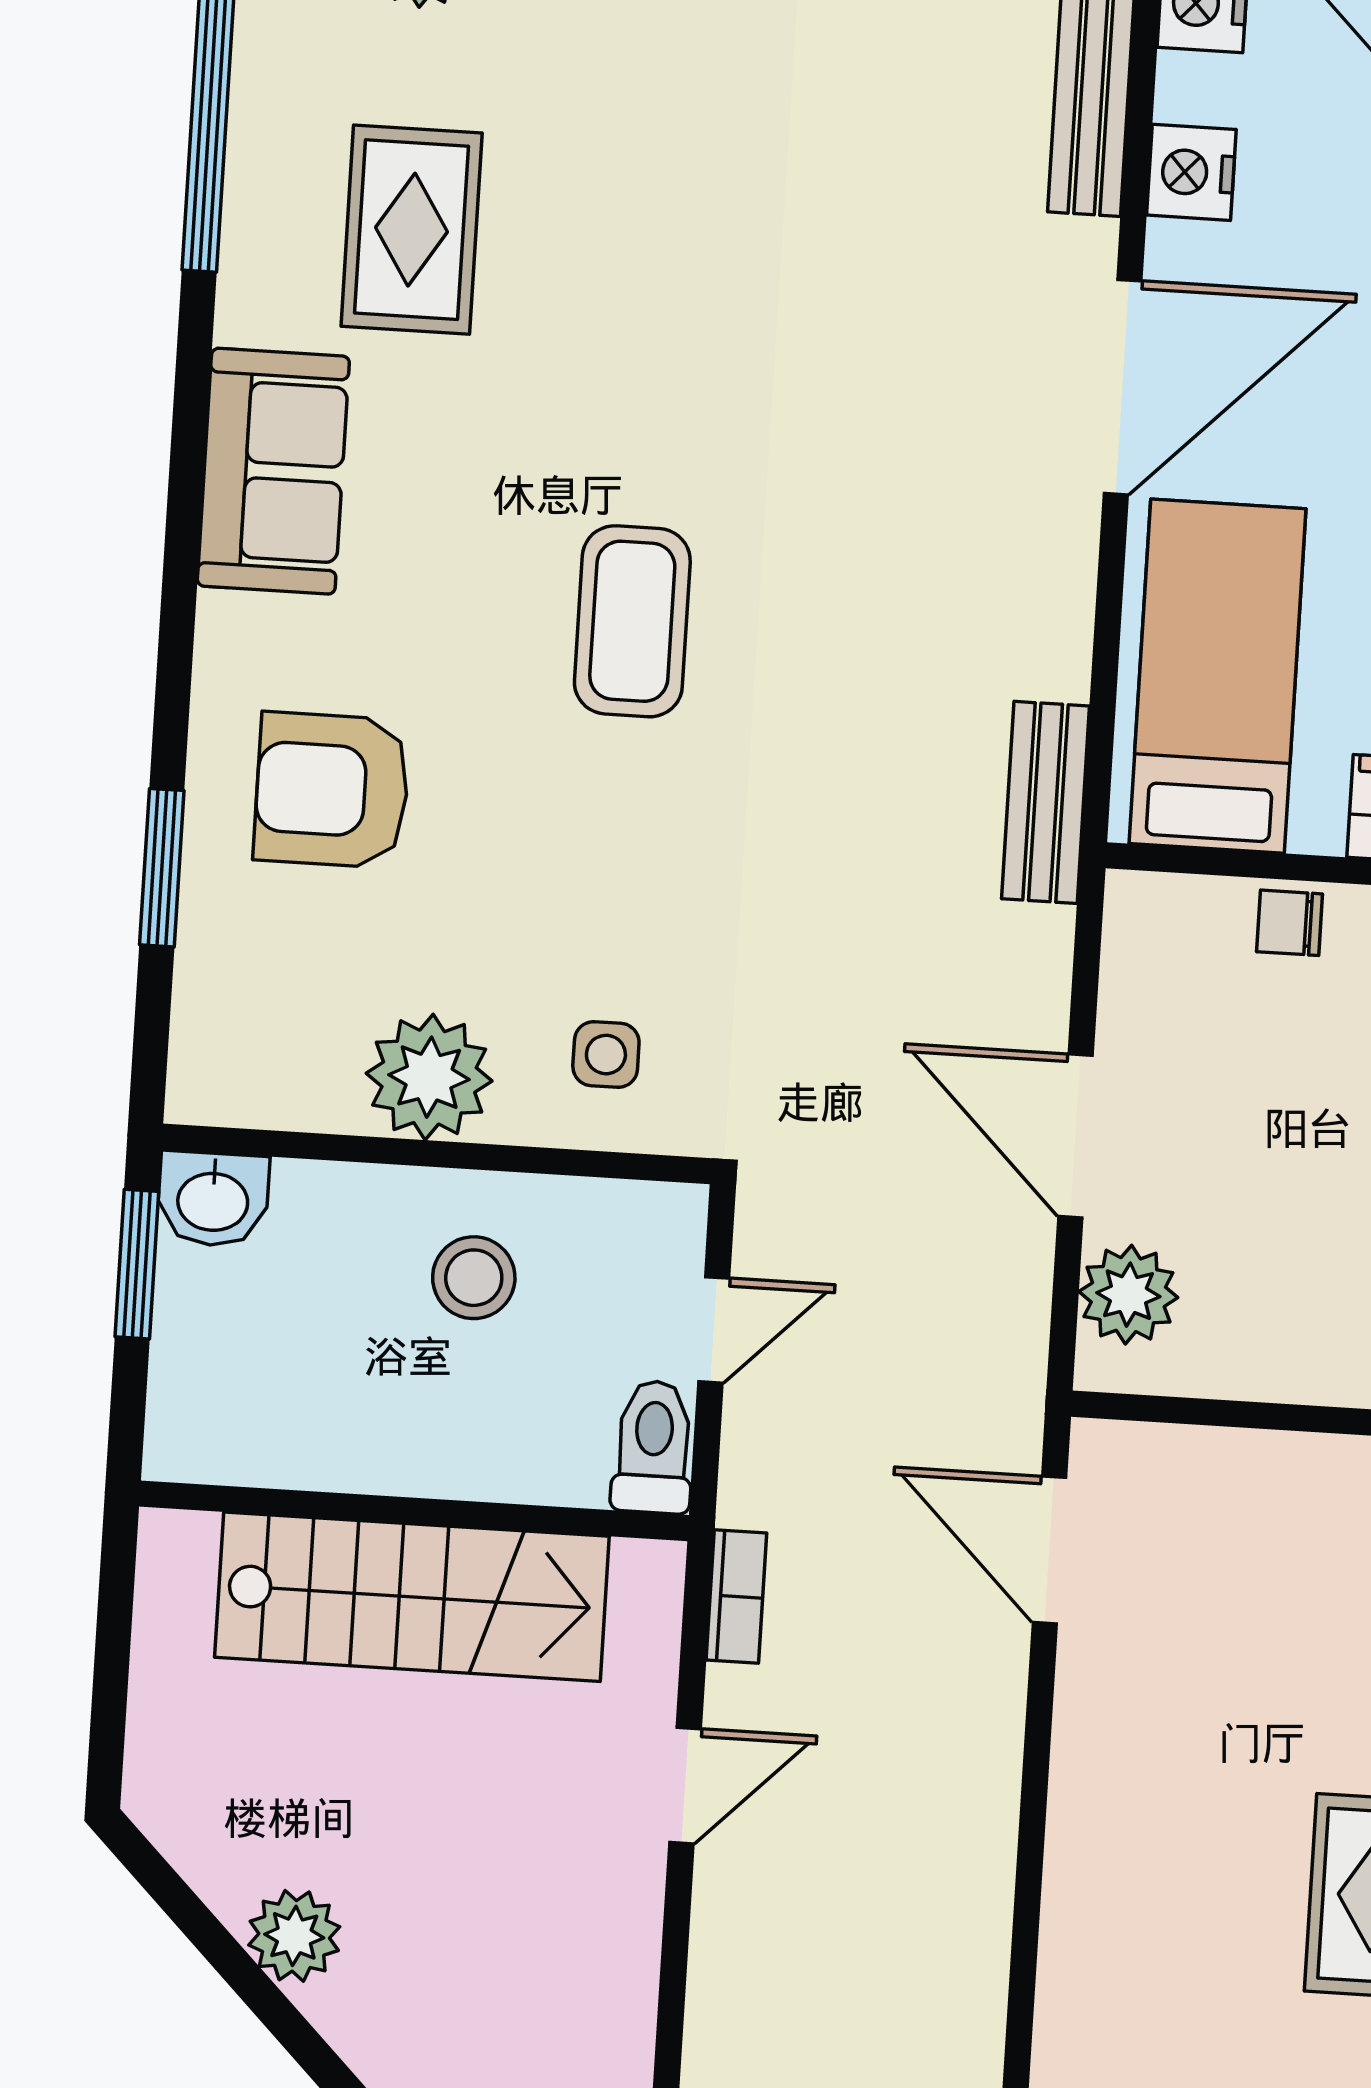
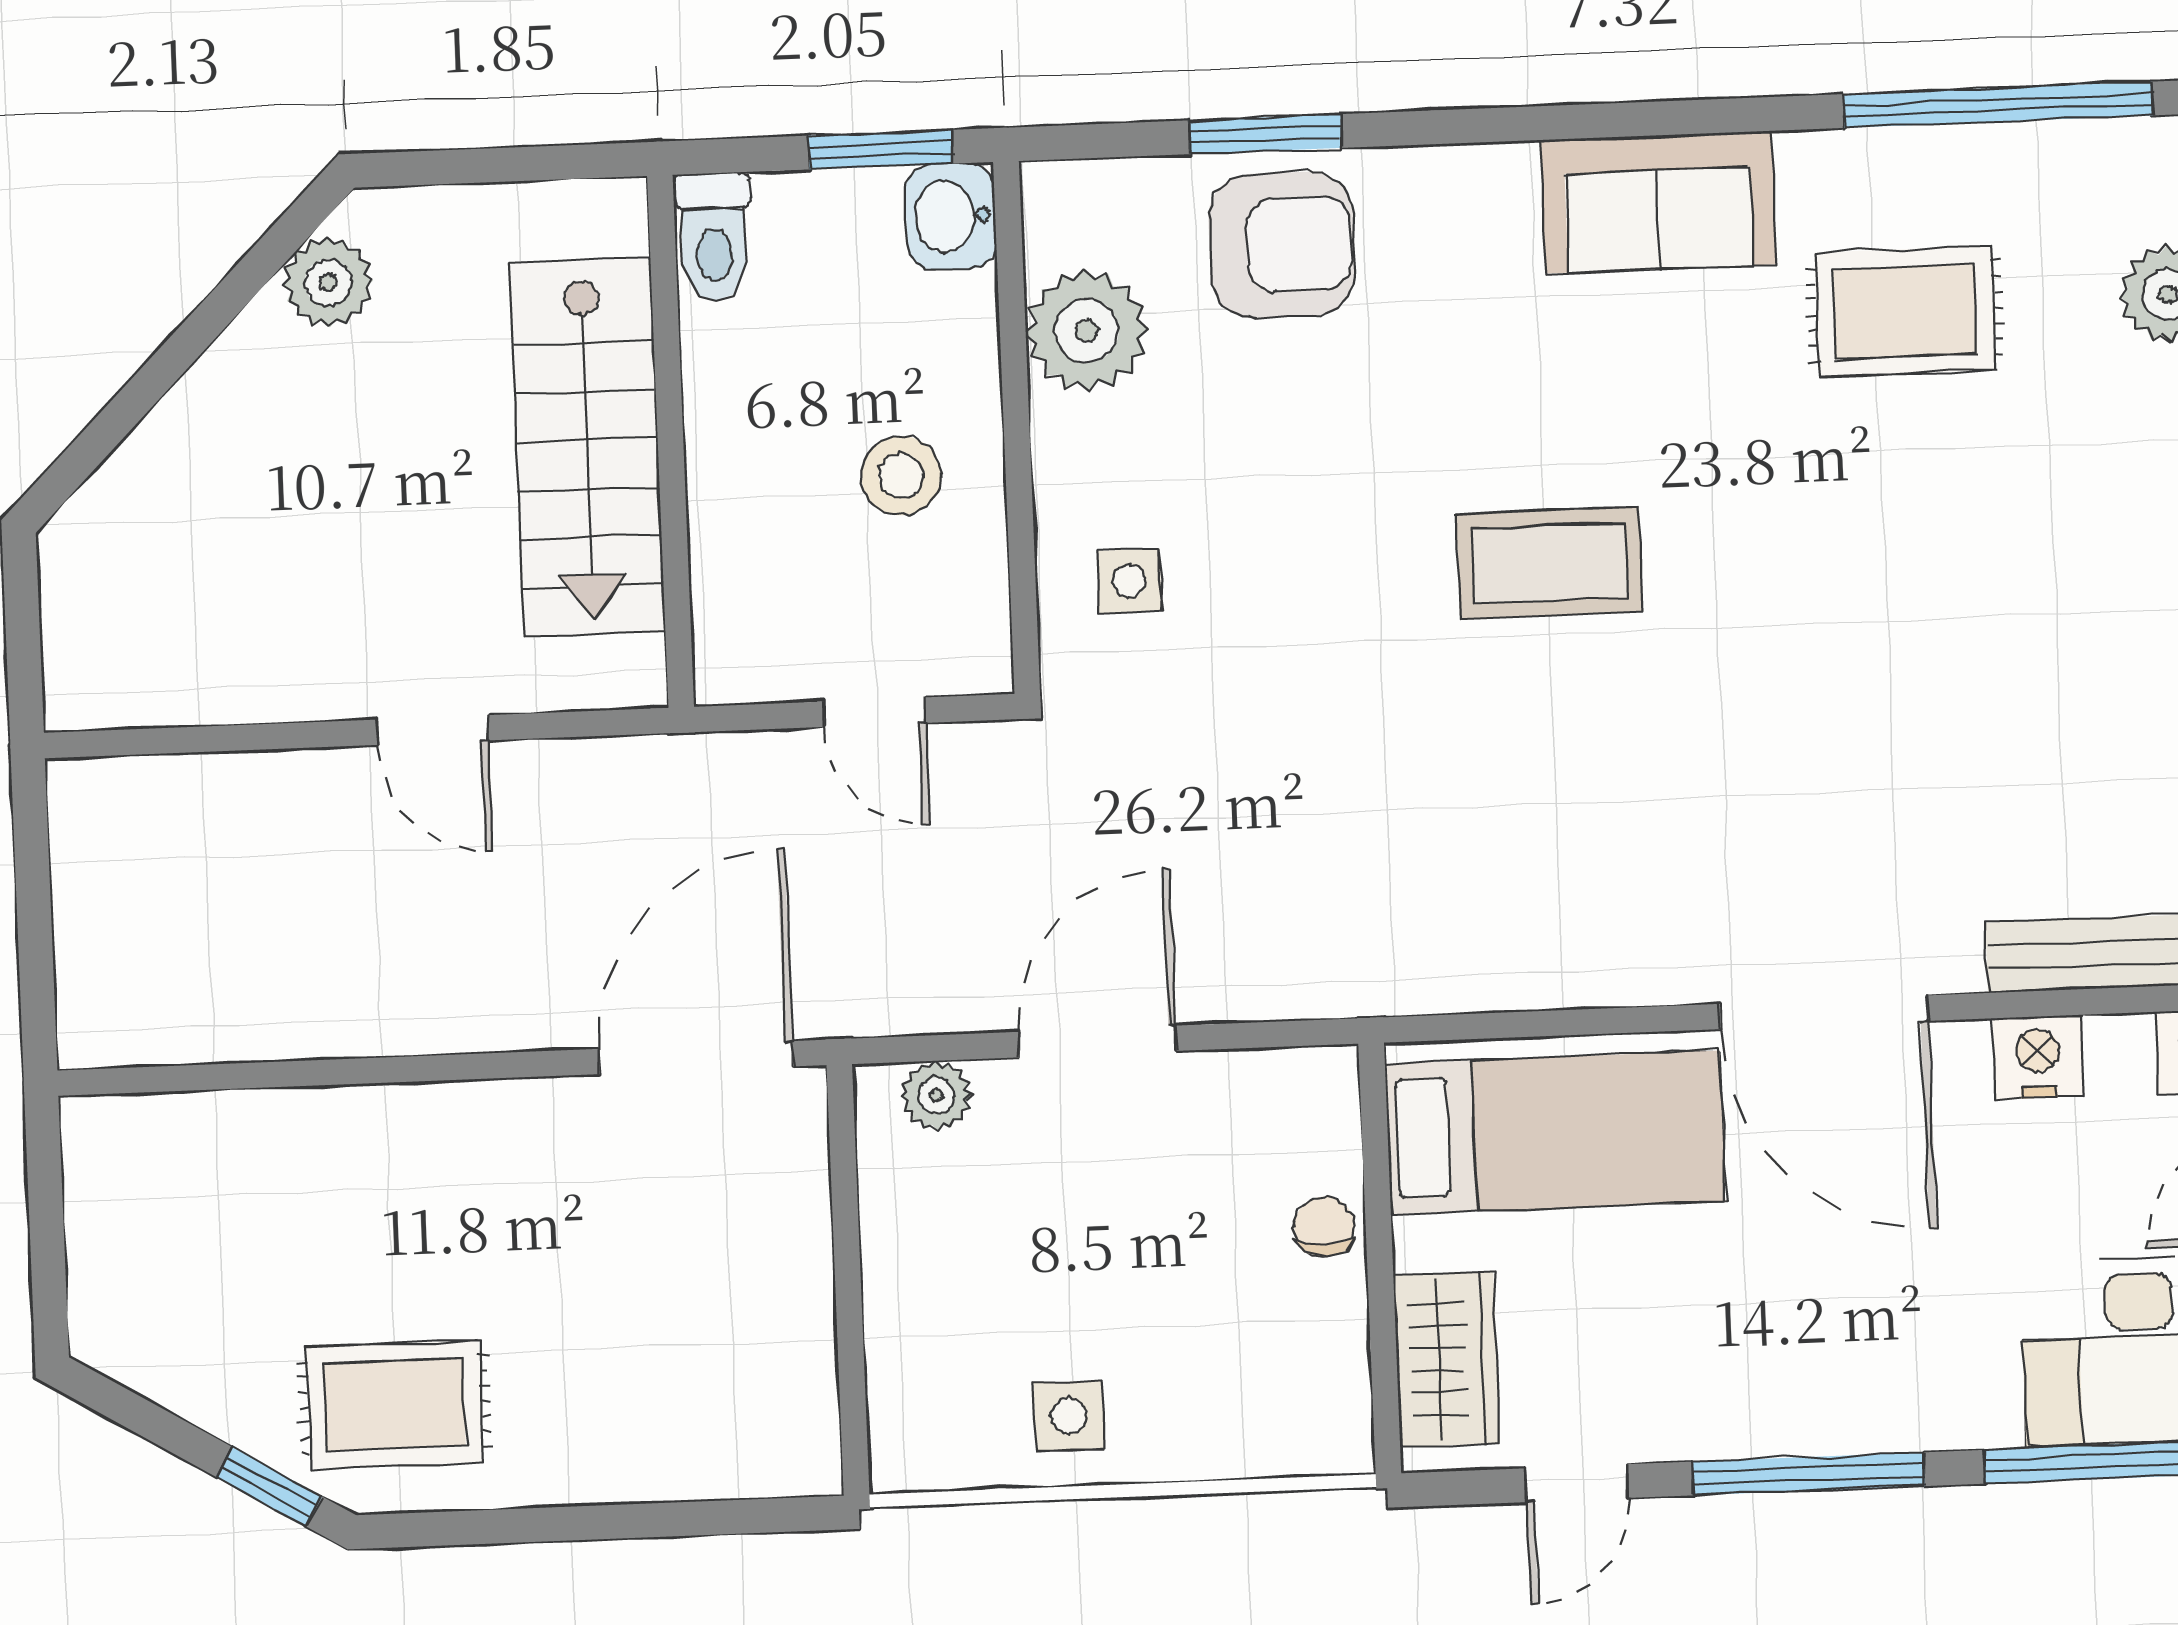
armchair: (332, 790) -> (1282, 245), moved, turned 90
bench: (1046, 802) -> (1416, 979), removed
plant: (429, 1077) -> (1087, 331), moved
plant: (1128, 1295) -> (936, 1096), width x0.73, depth x0.73
toilet: (653, 1447) -> (714, 237), moved, turned 90
door: (1049, 1550) -> (696, 1058), width x1.36
bookcase: (736, 1596) -> (620, 760), removed
plant: (294, 1936) -> (328, 282), moved

